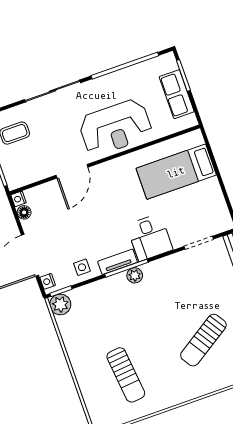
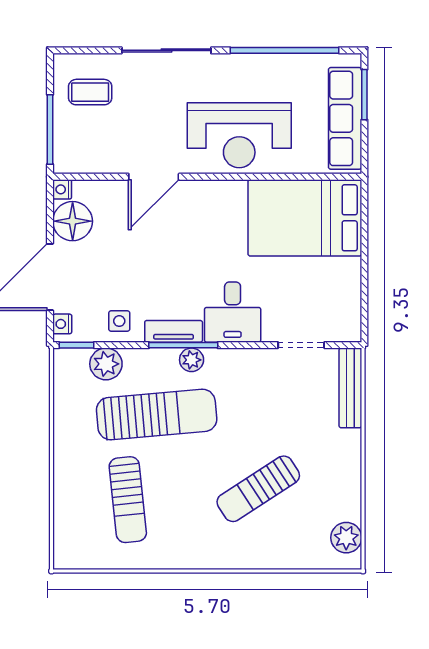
row of seats: (177, 94) -> (345, 118), width x1.48
bed: (176, 172) -> (305, 218), width x1.50
floor lamp: (24, 212) -> (73, 221), width x1.89, depth x1.89
plant: (60, 304) -> (106, 364), moved
sun lounger: (125, 317) -> (157, 415), added

